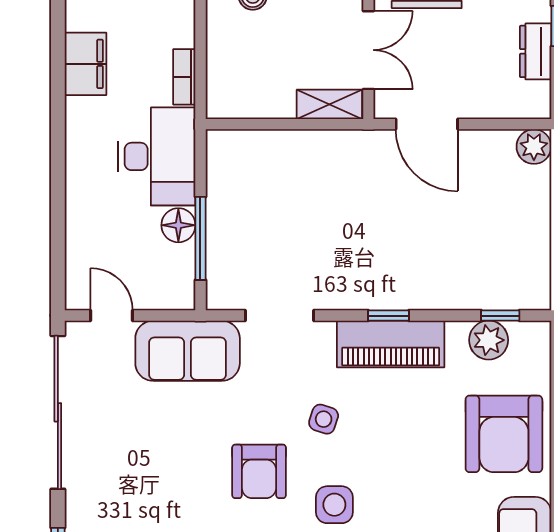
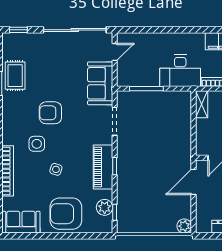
shelving: (329, 104) -> (202, 104), moved
floor lamp: (178, 225) -> (152, 80), removed
side table: (324, 419) -> (56, 169), moved

